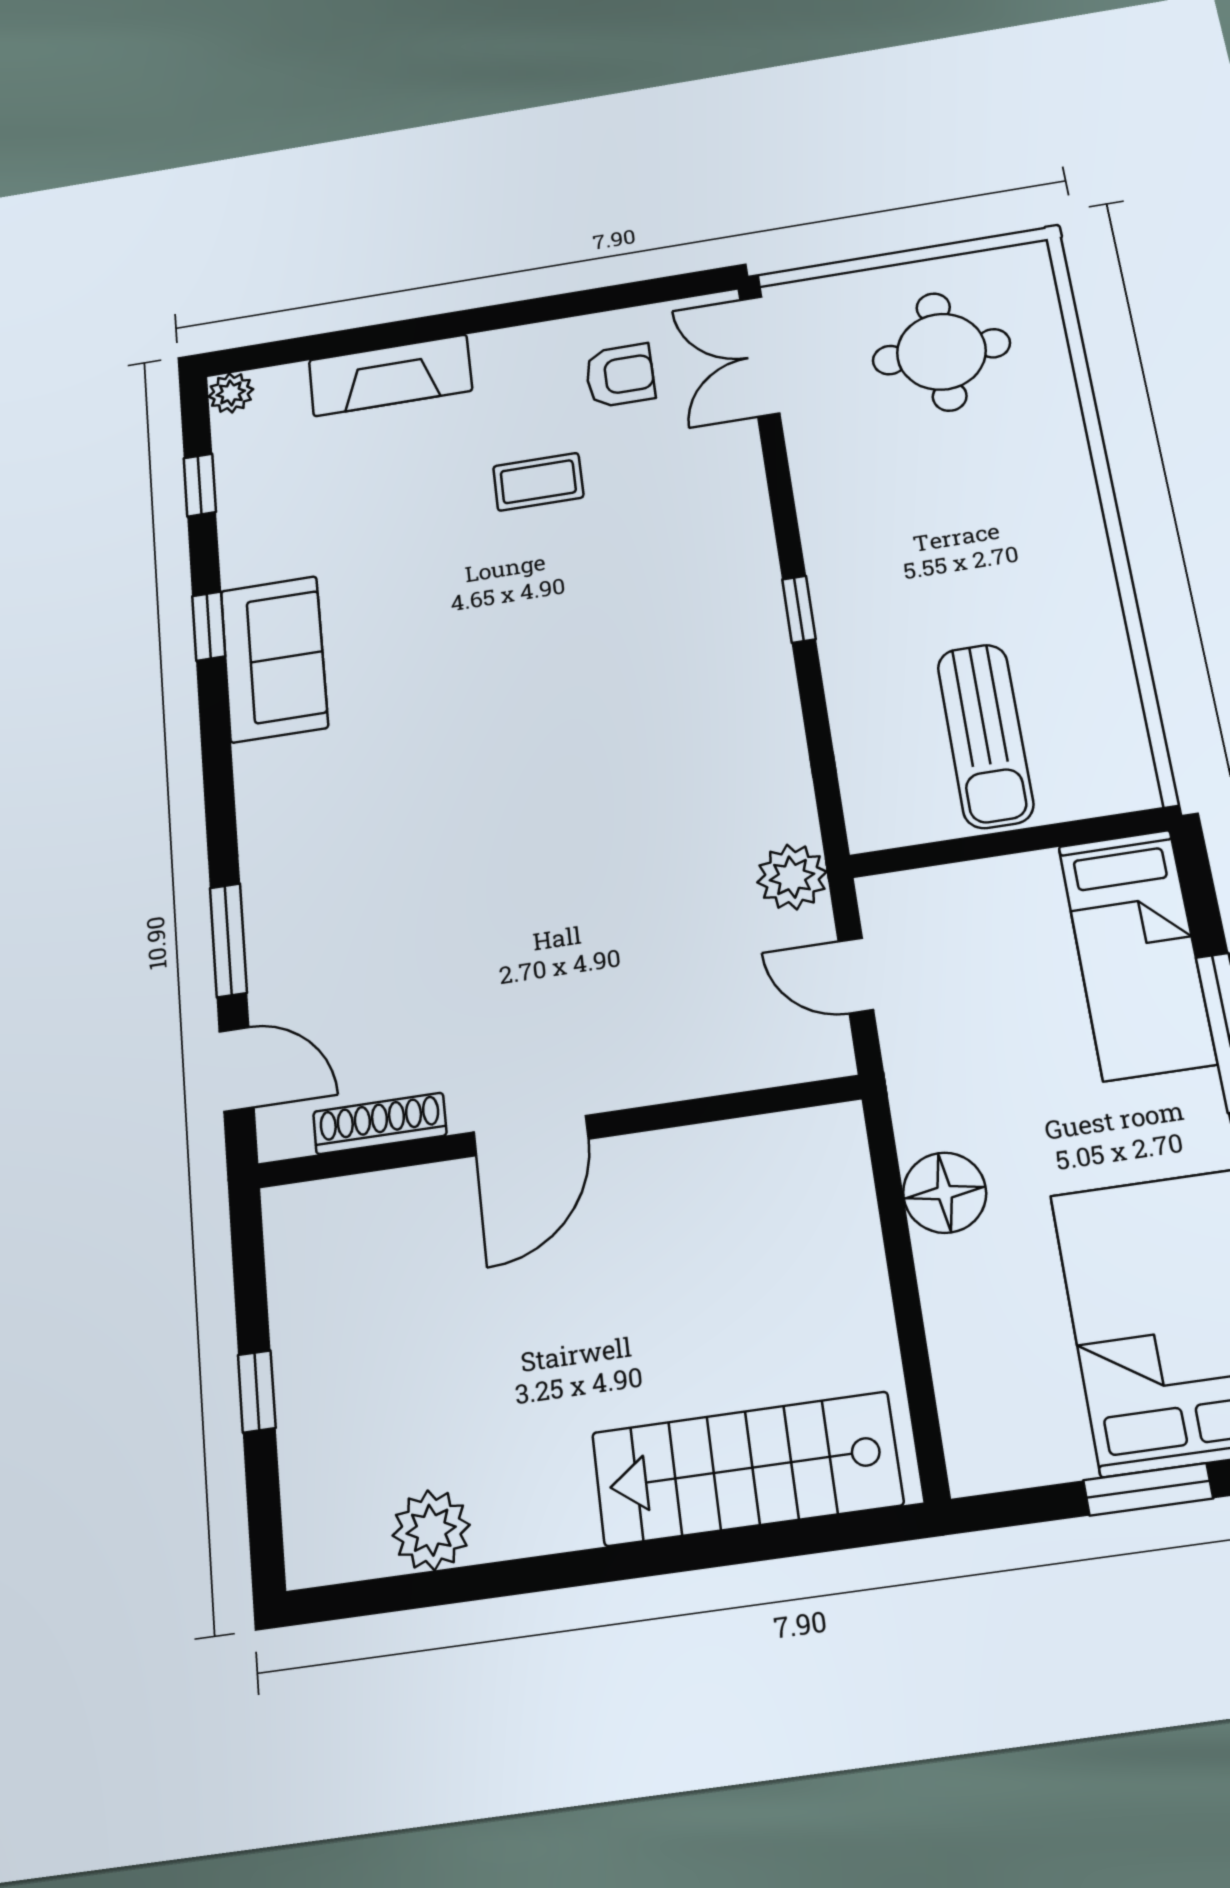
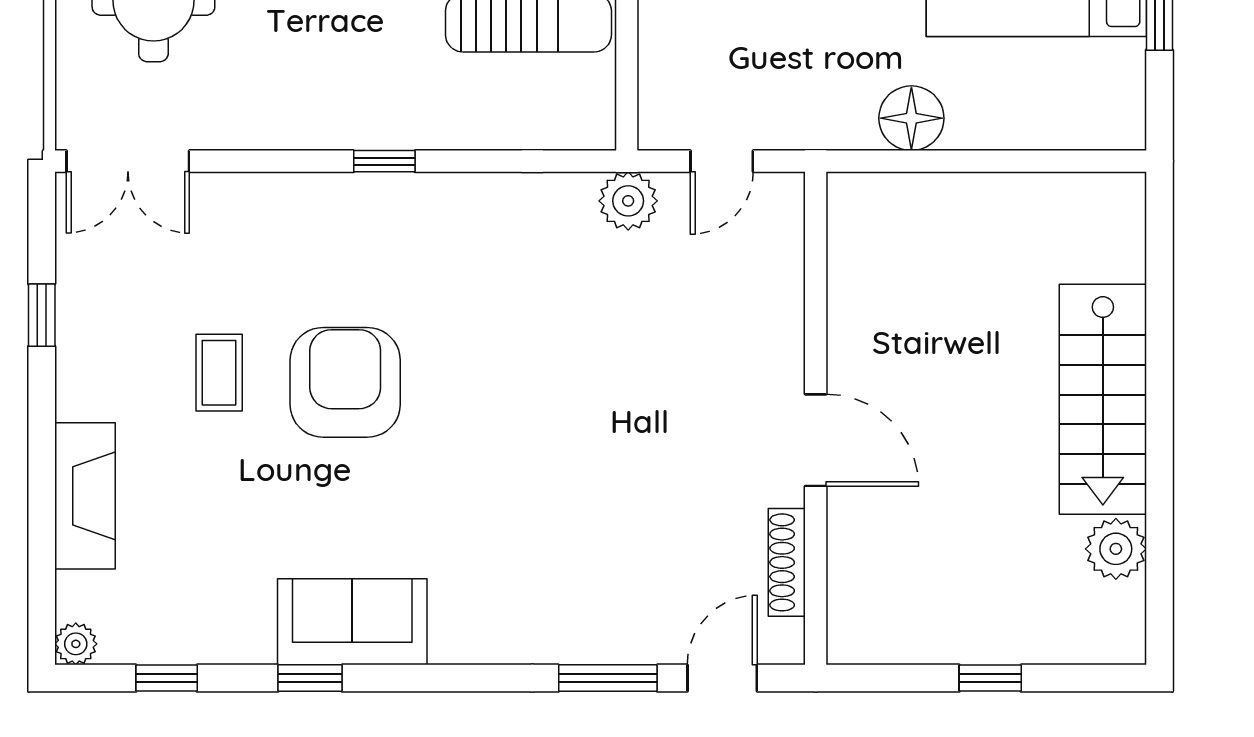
window: (581, 303) -> (42, 315), added
armchair: (620, 376) -> (345, 382), moved, width x1.88, depth x1.88
stairs: (747, 1469) -> (1103, 399), moved

